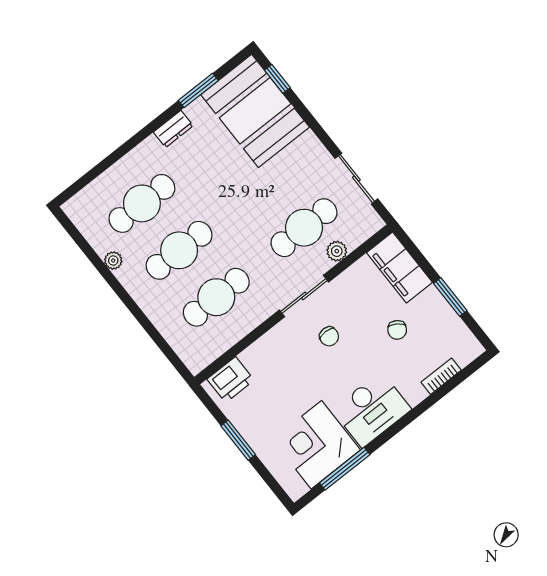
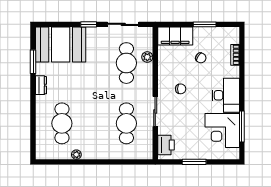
window: (277, 79) -> (89, 24), moved
cafe table: (179, 250) -> (94, 123), removed
sliding door: (304, 296) -> (155, 112), moved

